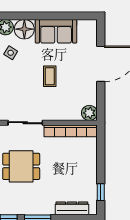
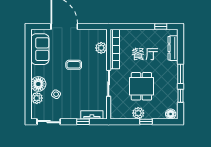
sofa: (56, 31) -> (40, 49), moved
plant: (89, 113) -> (101, 48), moved

